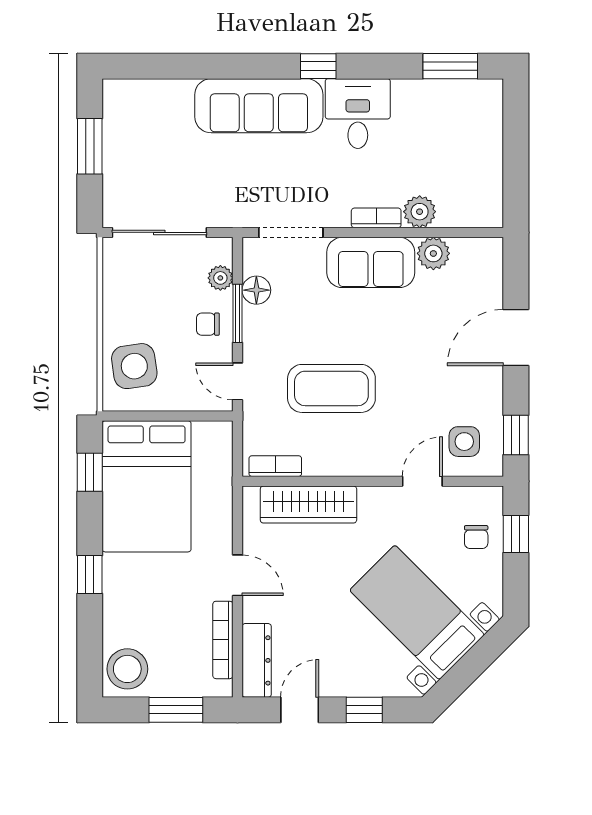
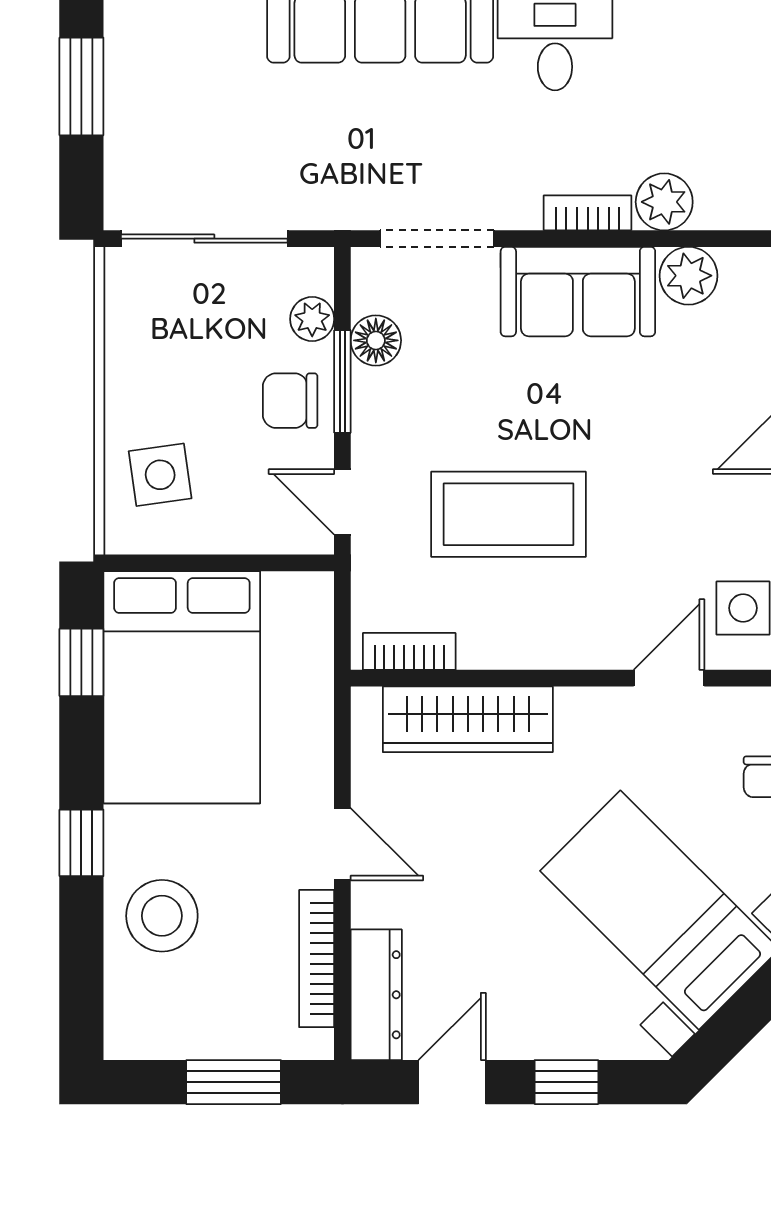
chair: (208, 324) -> (290, 401), width x1.37, depth x1.37
side table: (134, 366) -> (160, 475), width x0.73, depth x0.73
stool: (127, 669) -> (162, 916), moved

